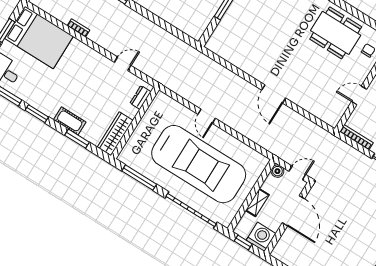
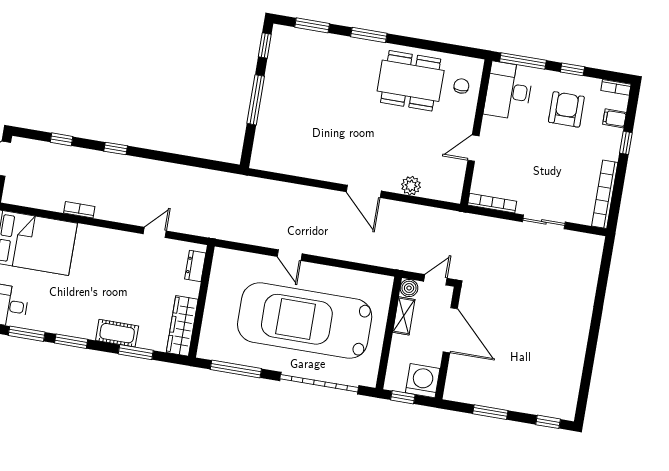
plant: (307, 103) -> (411, 186), added
car: (199, 164) -> (305, 321), turned 180
shelving: (257, 203) -> (404, 316), moved

